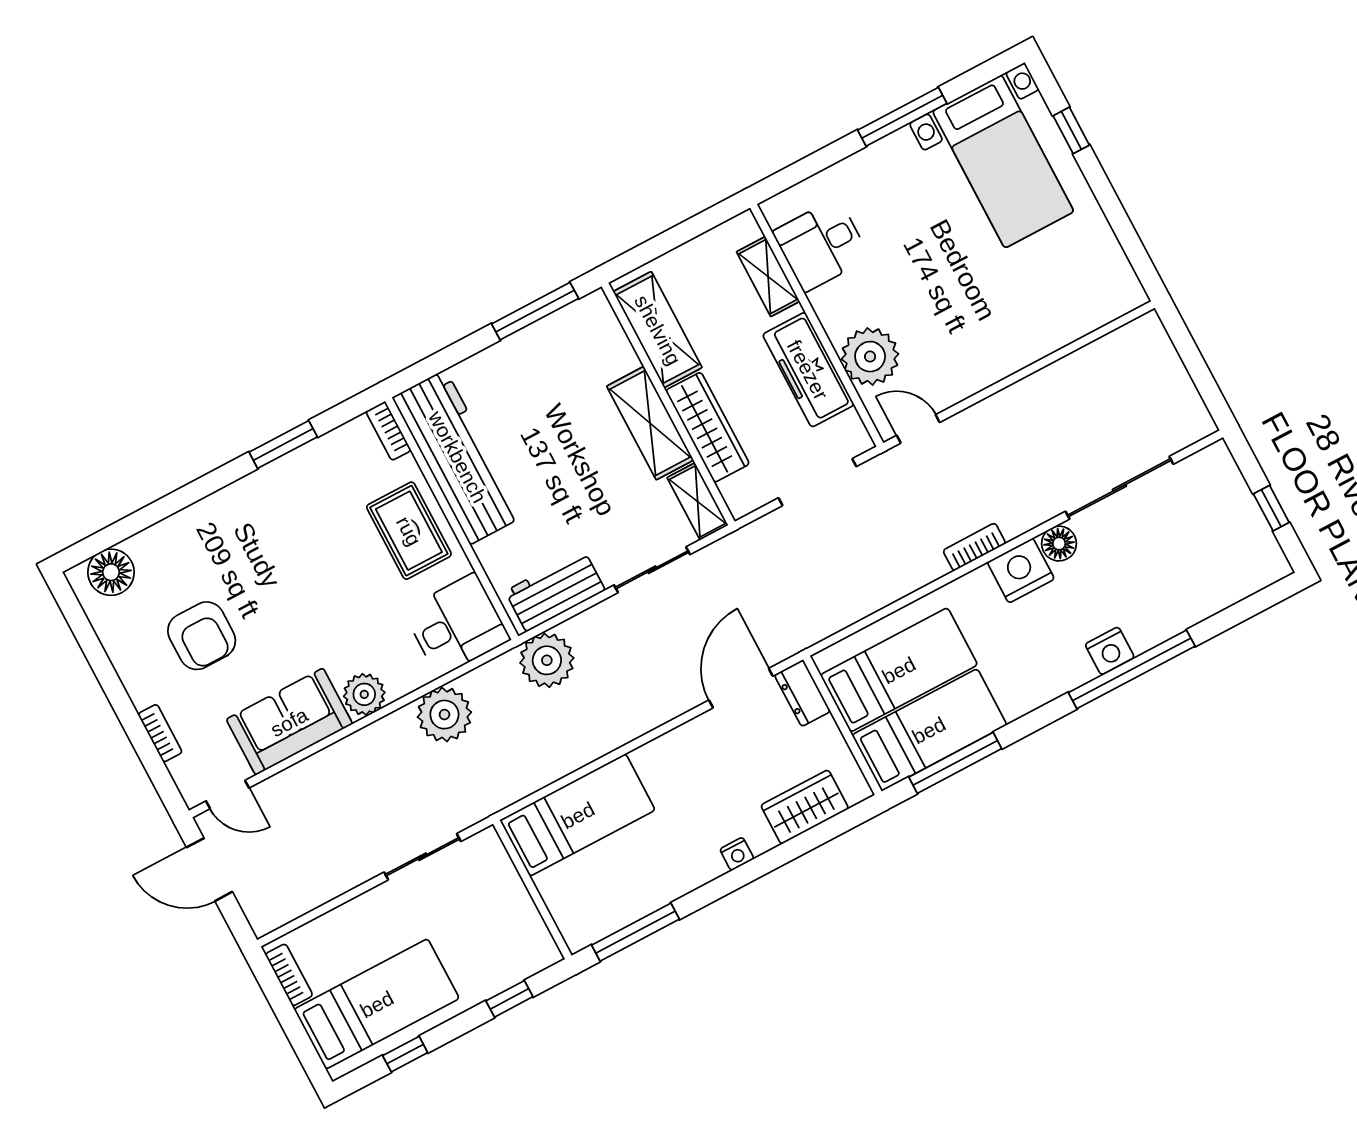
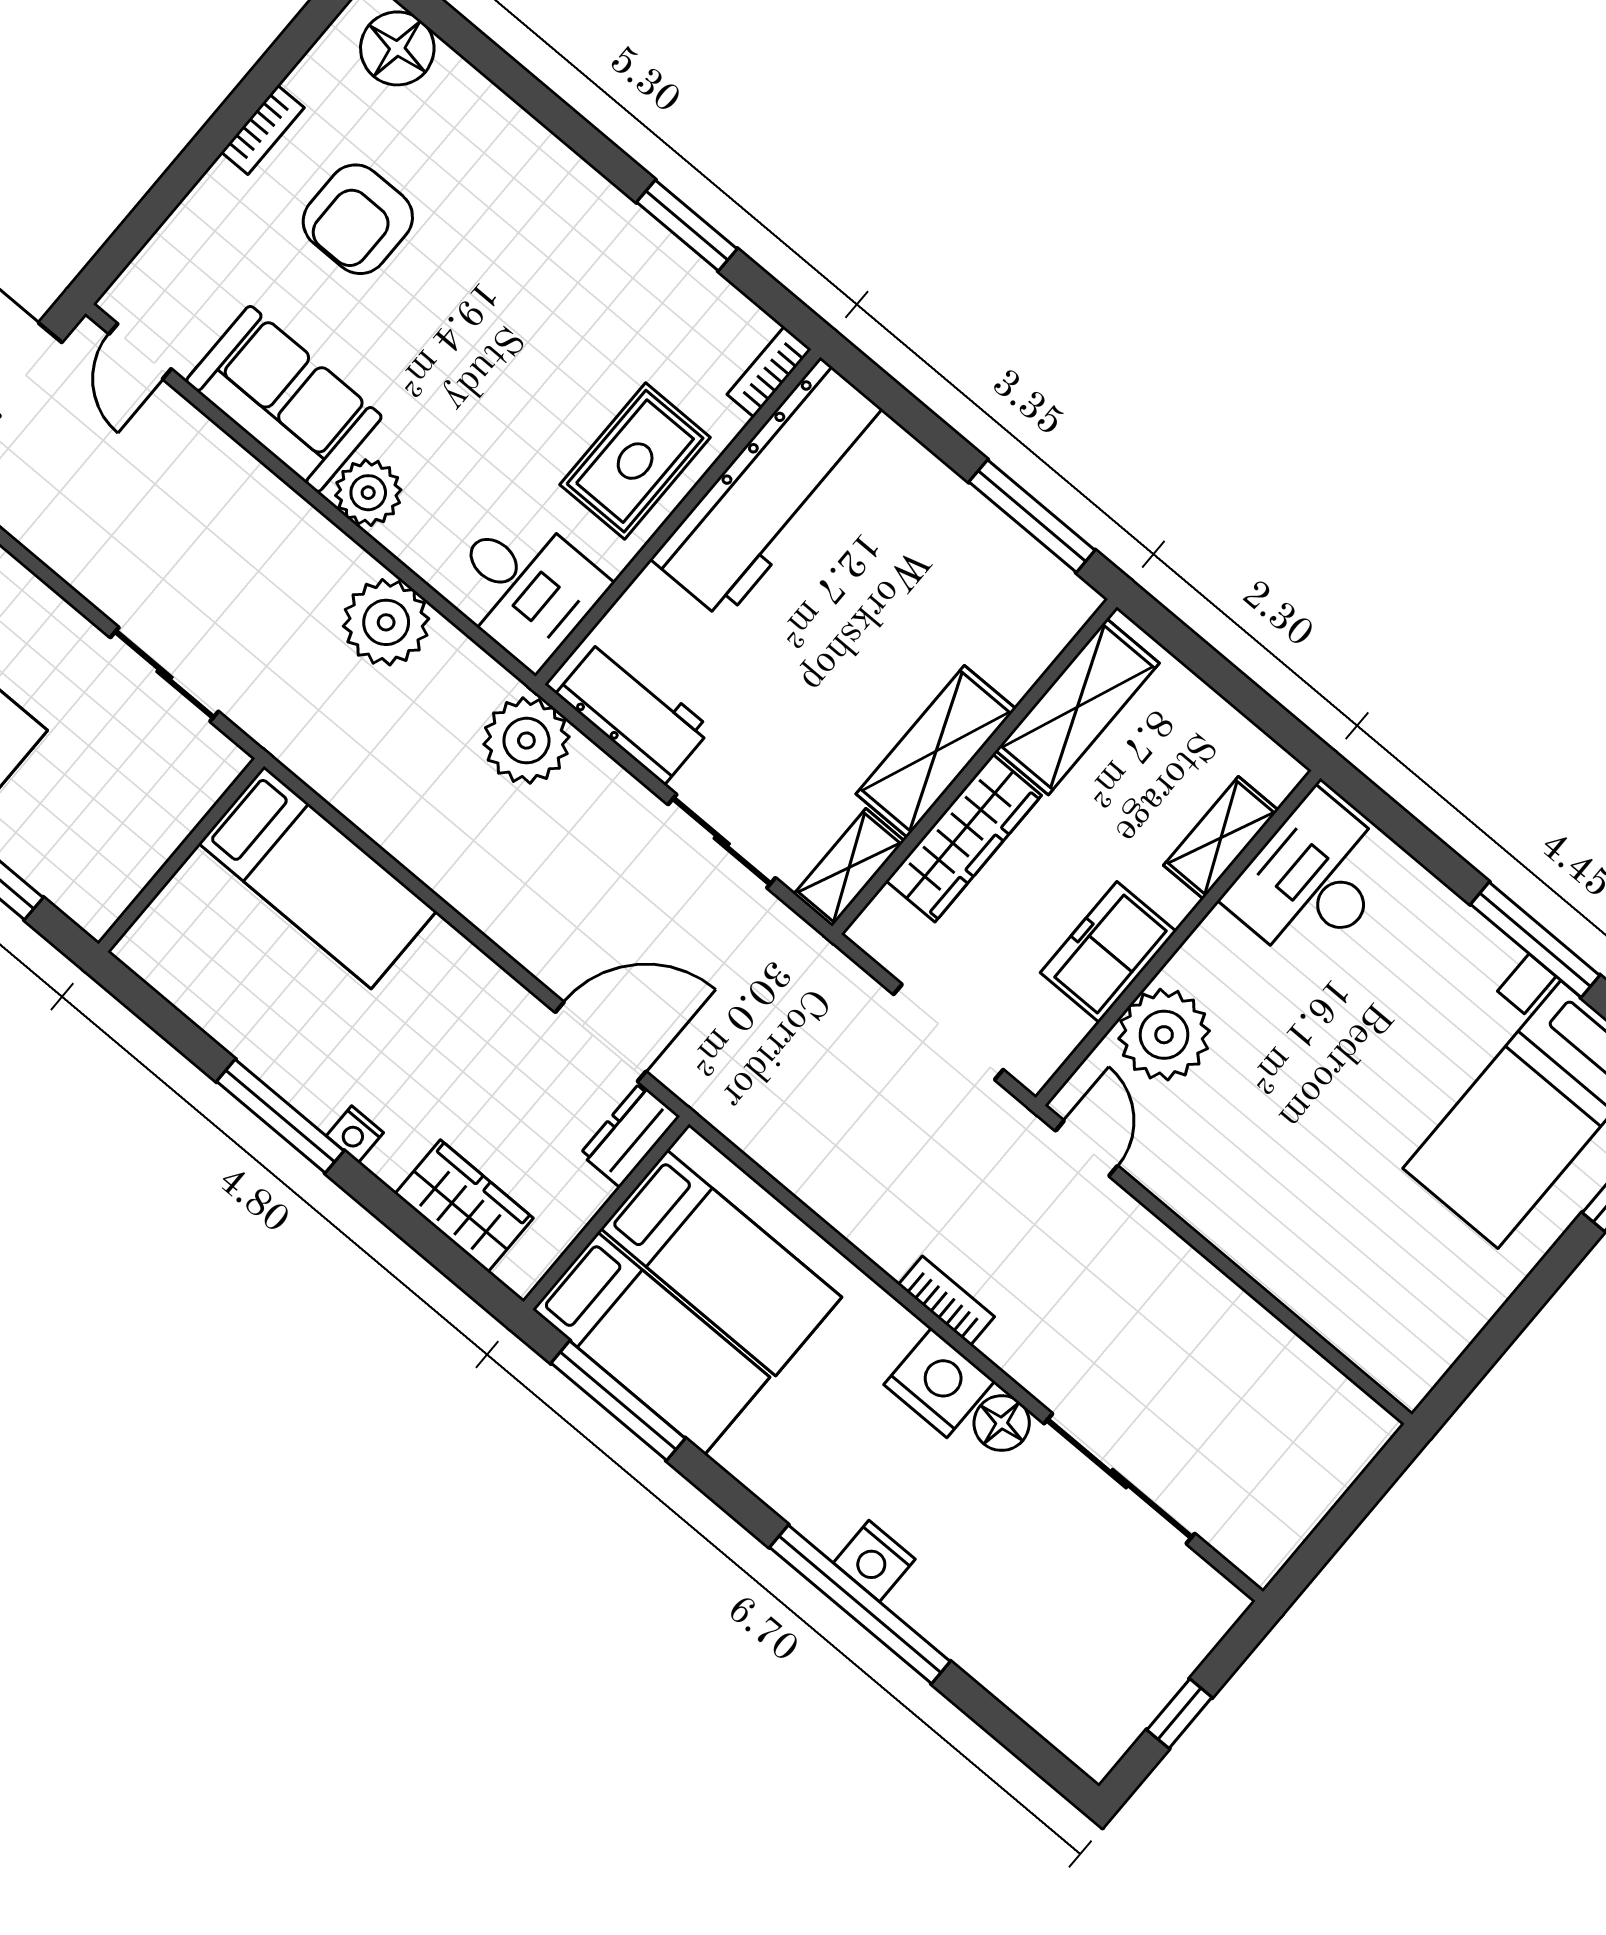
desk: (821, 245) -> (1312, 881), width x1.37
freezer: (808, 370) -> (1108, 952), width x0.71
bookcase: (160, 733) -> (263, 130), moved
window: (636, 932) -> (280, 1116), moved

